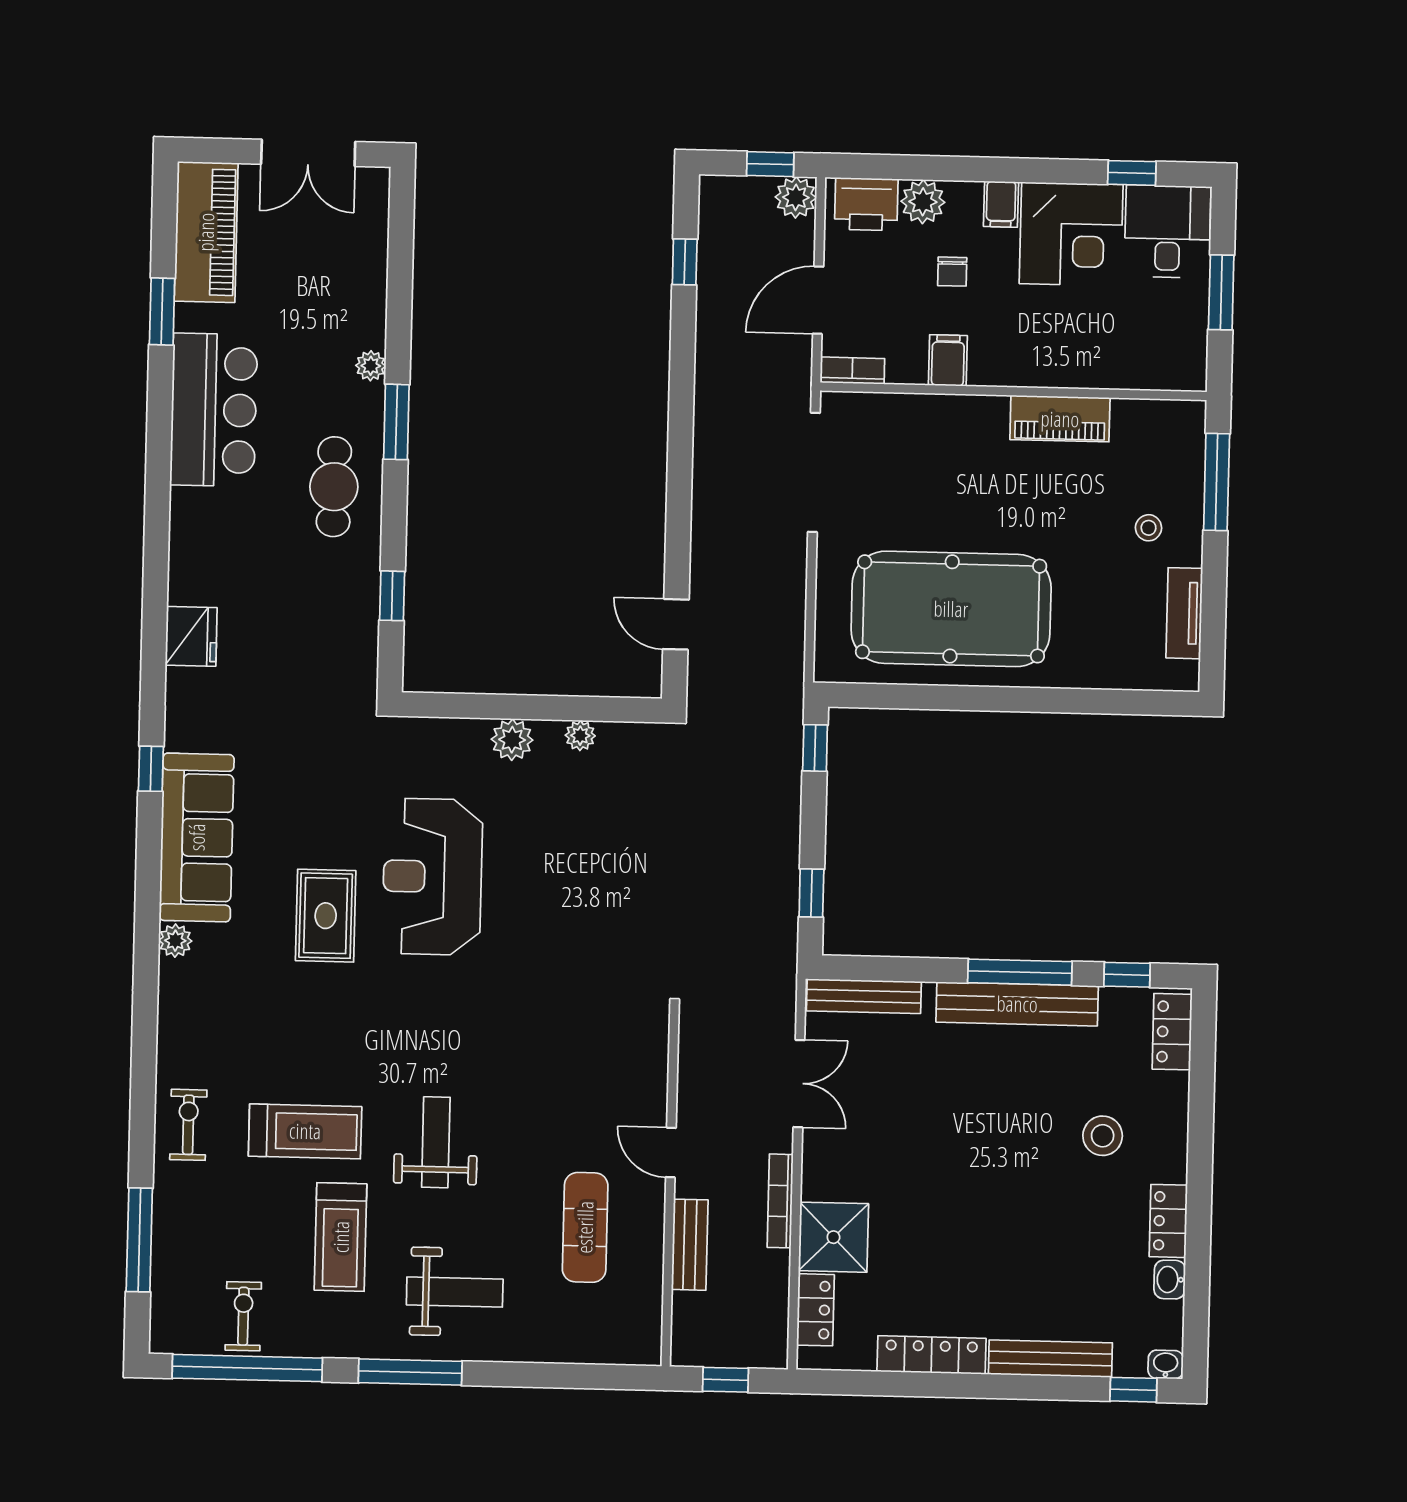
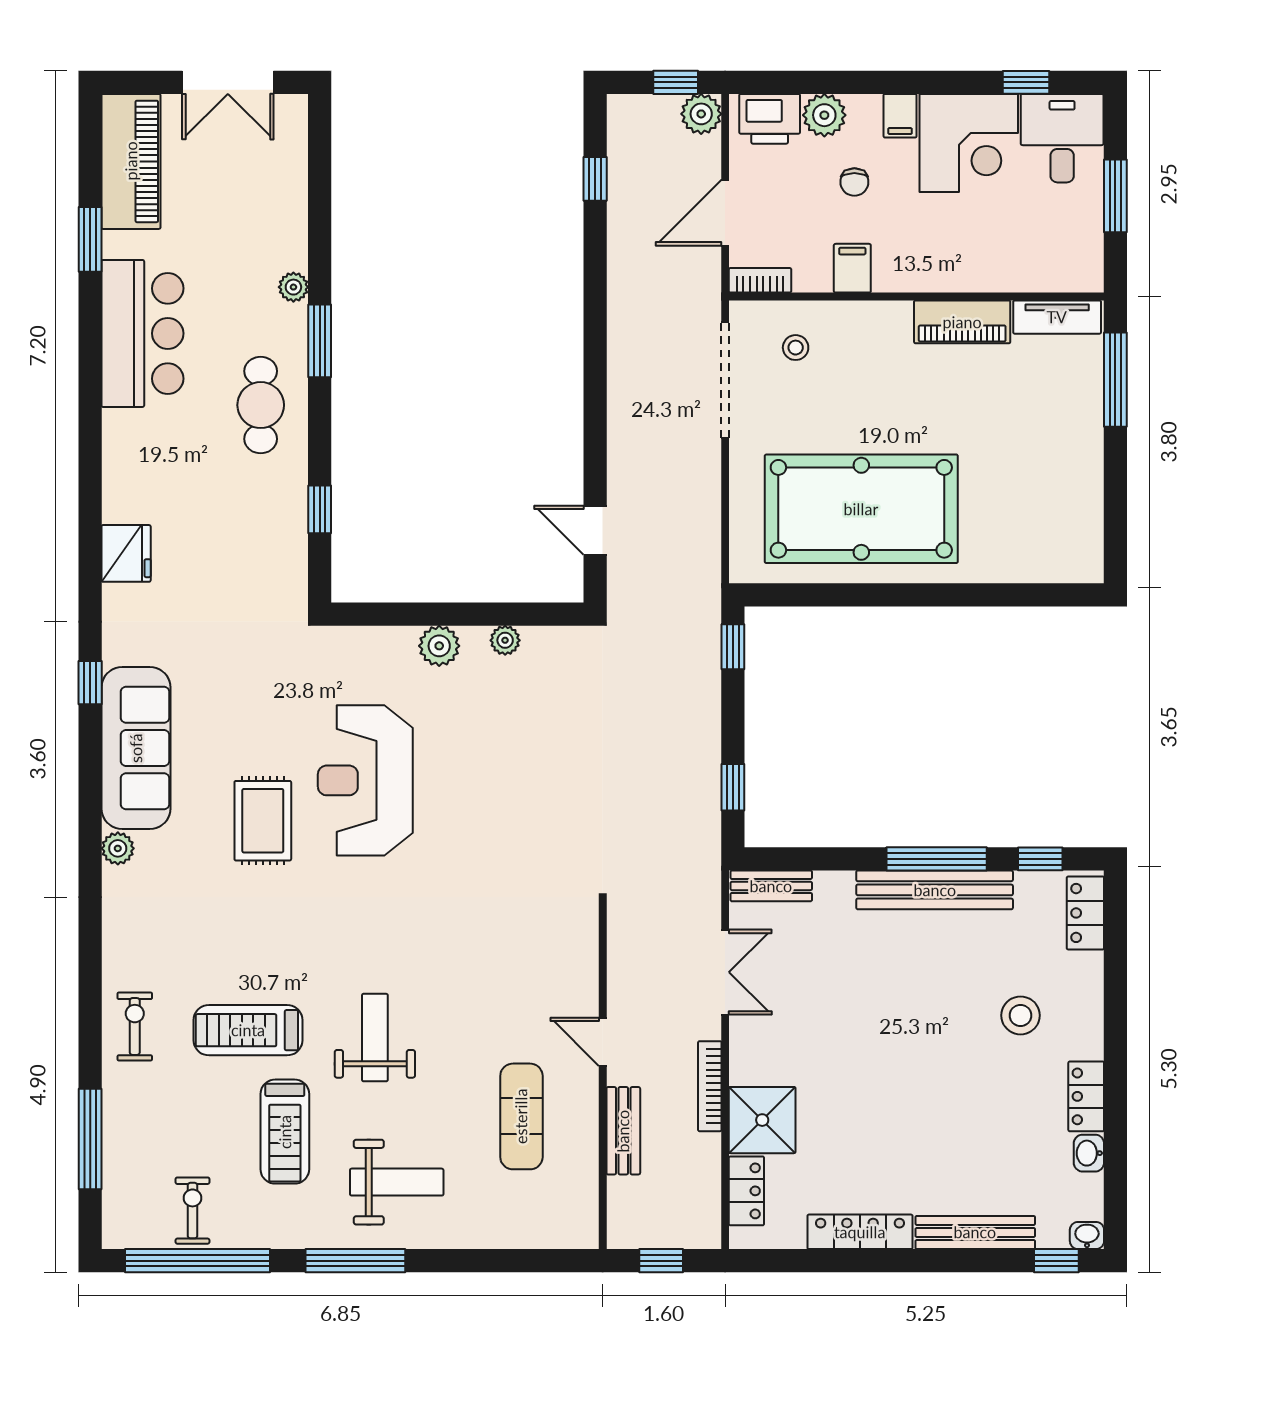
stool: (1149, 528) -> (796, 348), moved
tv unit: (1184, 613) -> (1057, 317), moved, turned -90
bench: (864, 996) -> (771, 886), width x0.73
treadmill: (305, 1131) -> (248, 1030), turned 180

